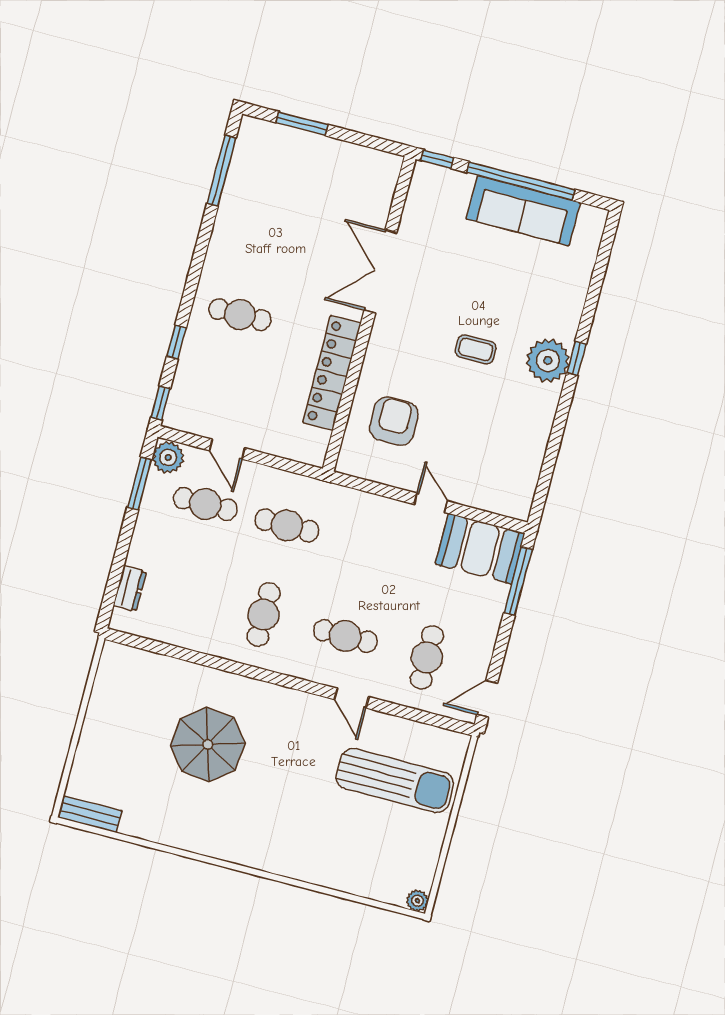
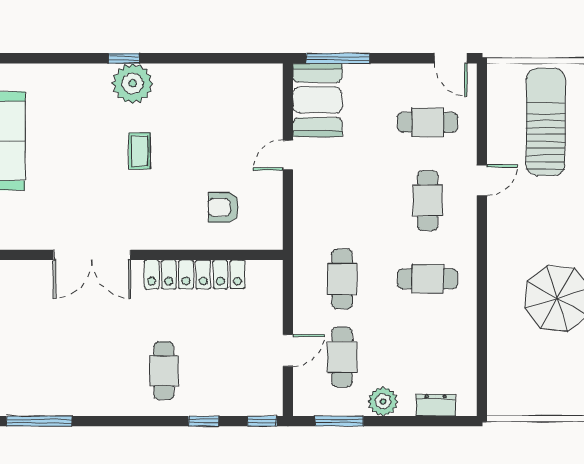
armchair: (394, 421) -> (223, 207), width x0.72, depth x0.72
plant: (168, 457) -> (383, 401), moved

